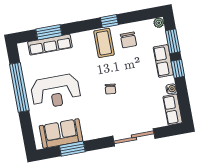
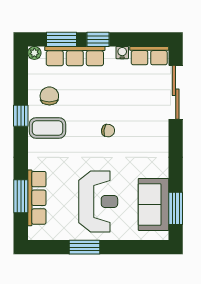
chair: (128, 40) -> (49, 96), turned -90
row of seats: (163, 61) -> (75, 56), width x1.48
window: (19, 87) -> (85, 247), width x0.47
sliding door: (134, 137) -> (176, 92), moved
window: (72, 149) -> (176, 208), moved

